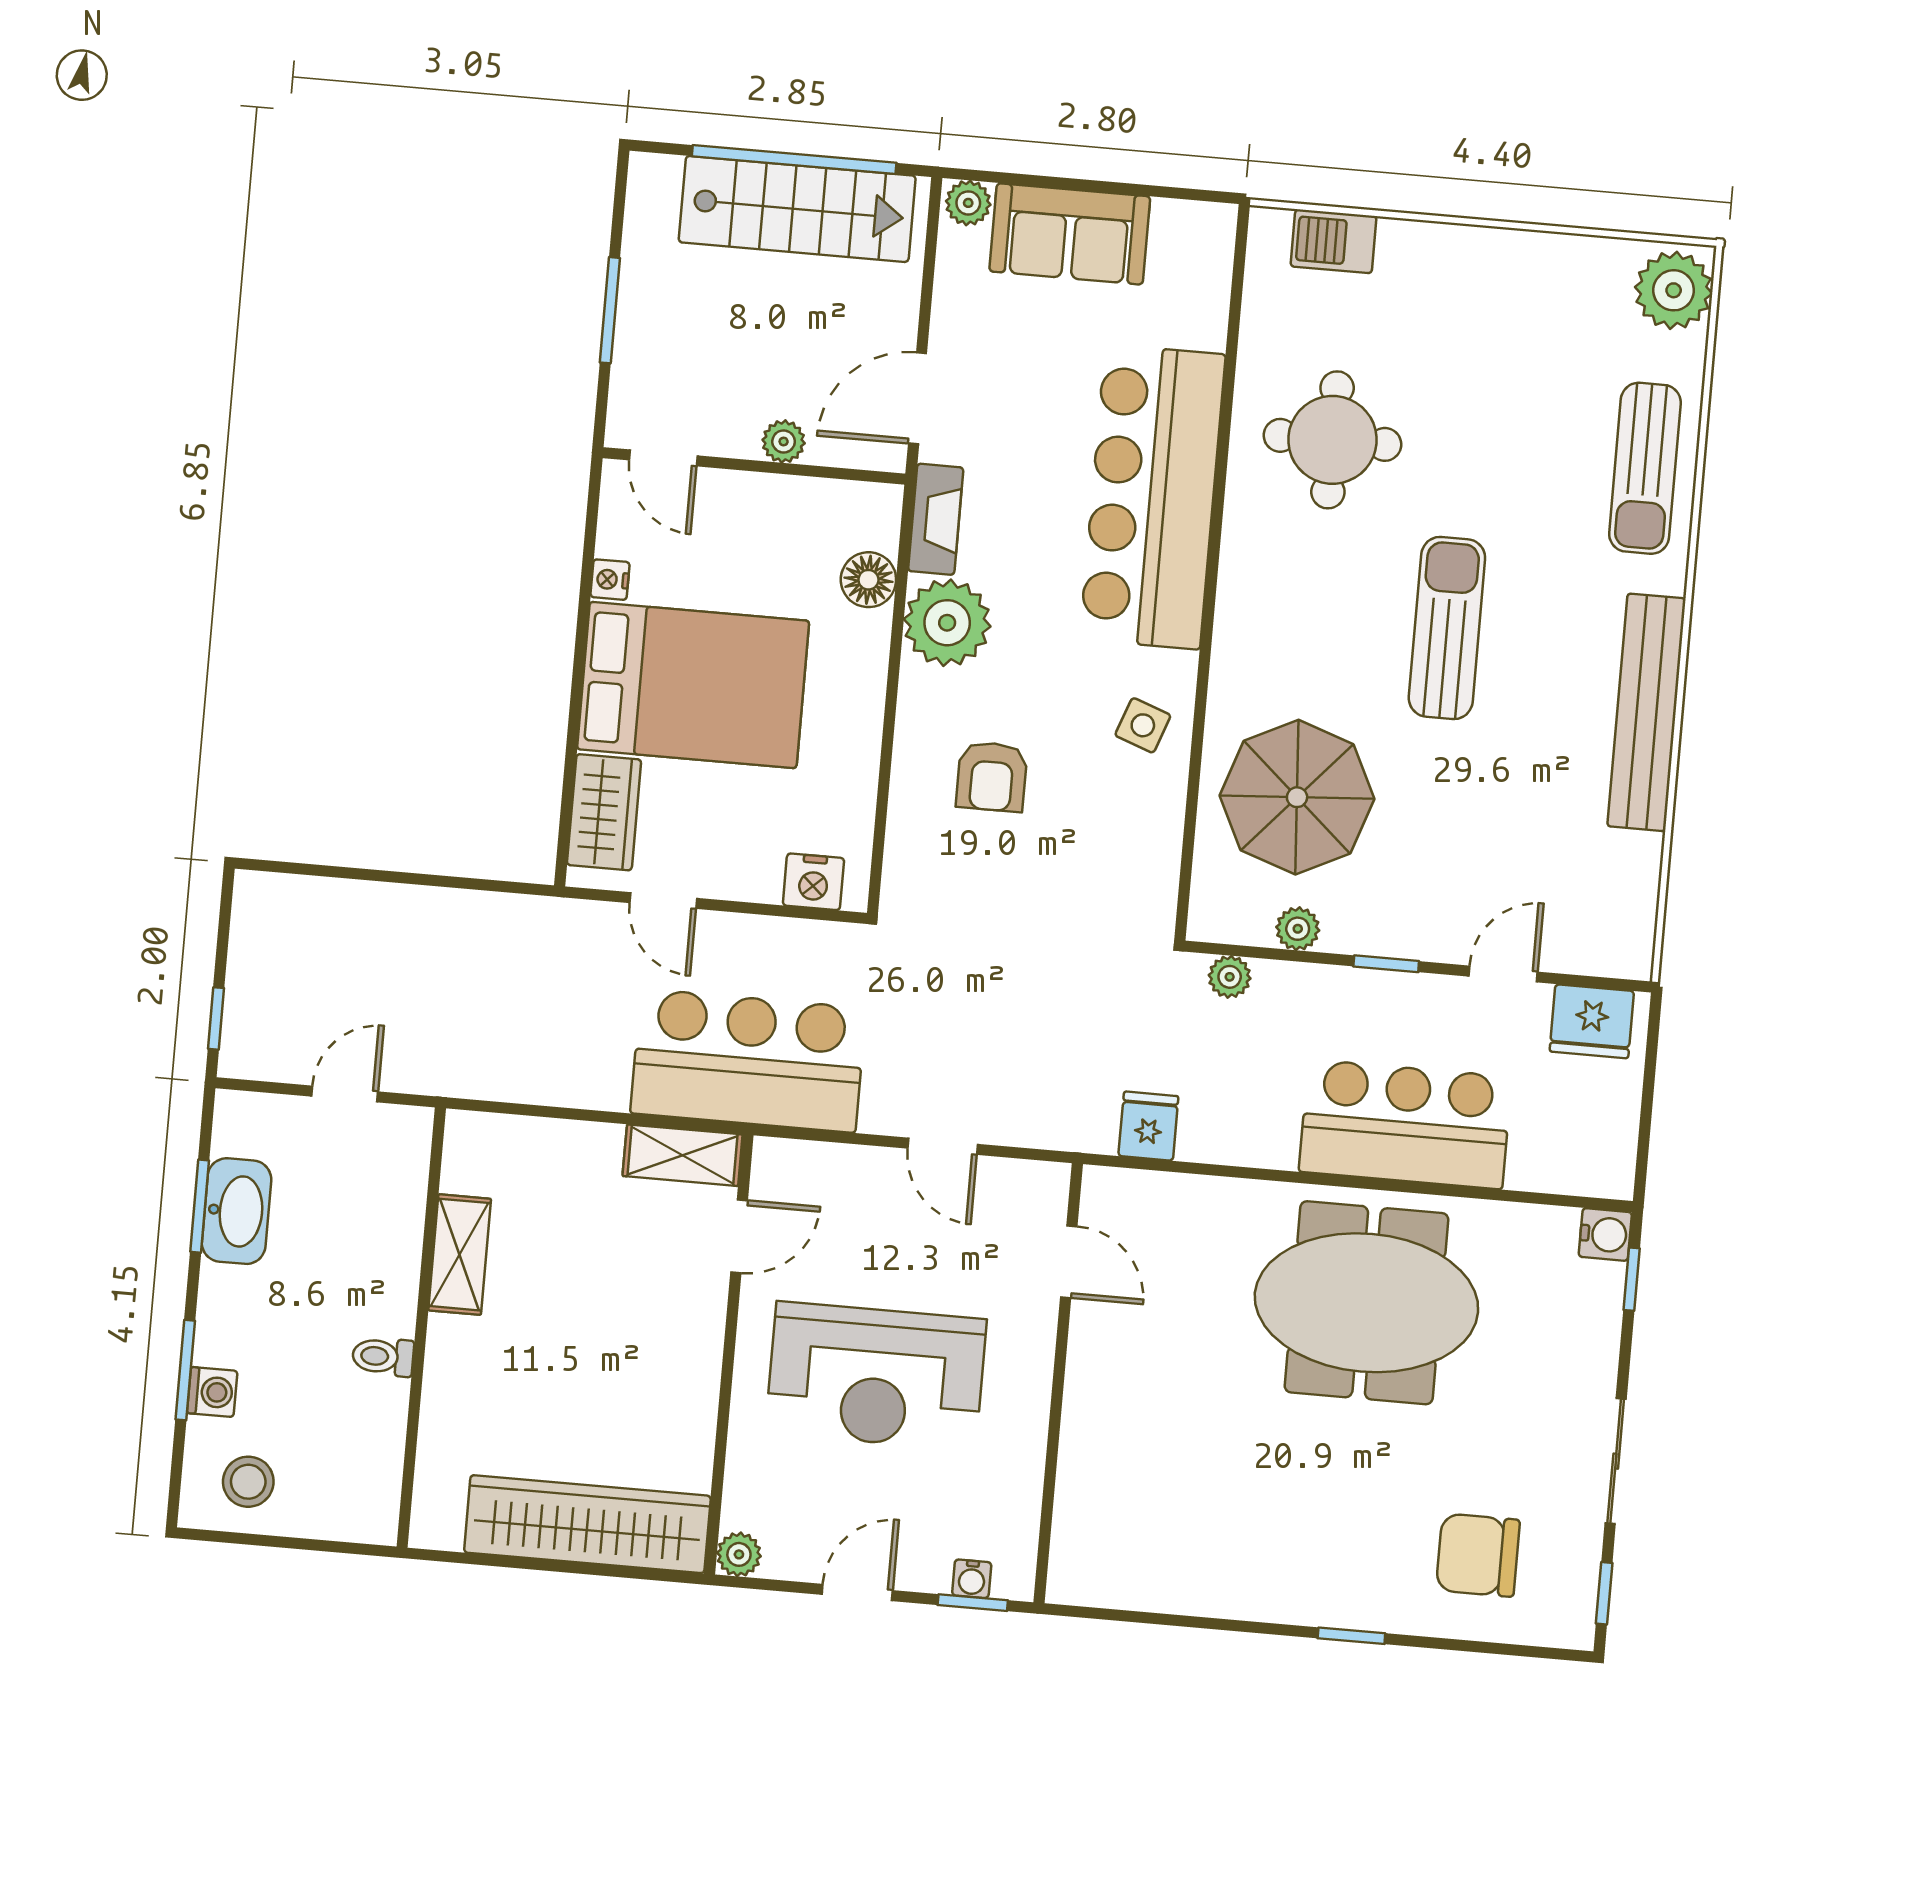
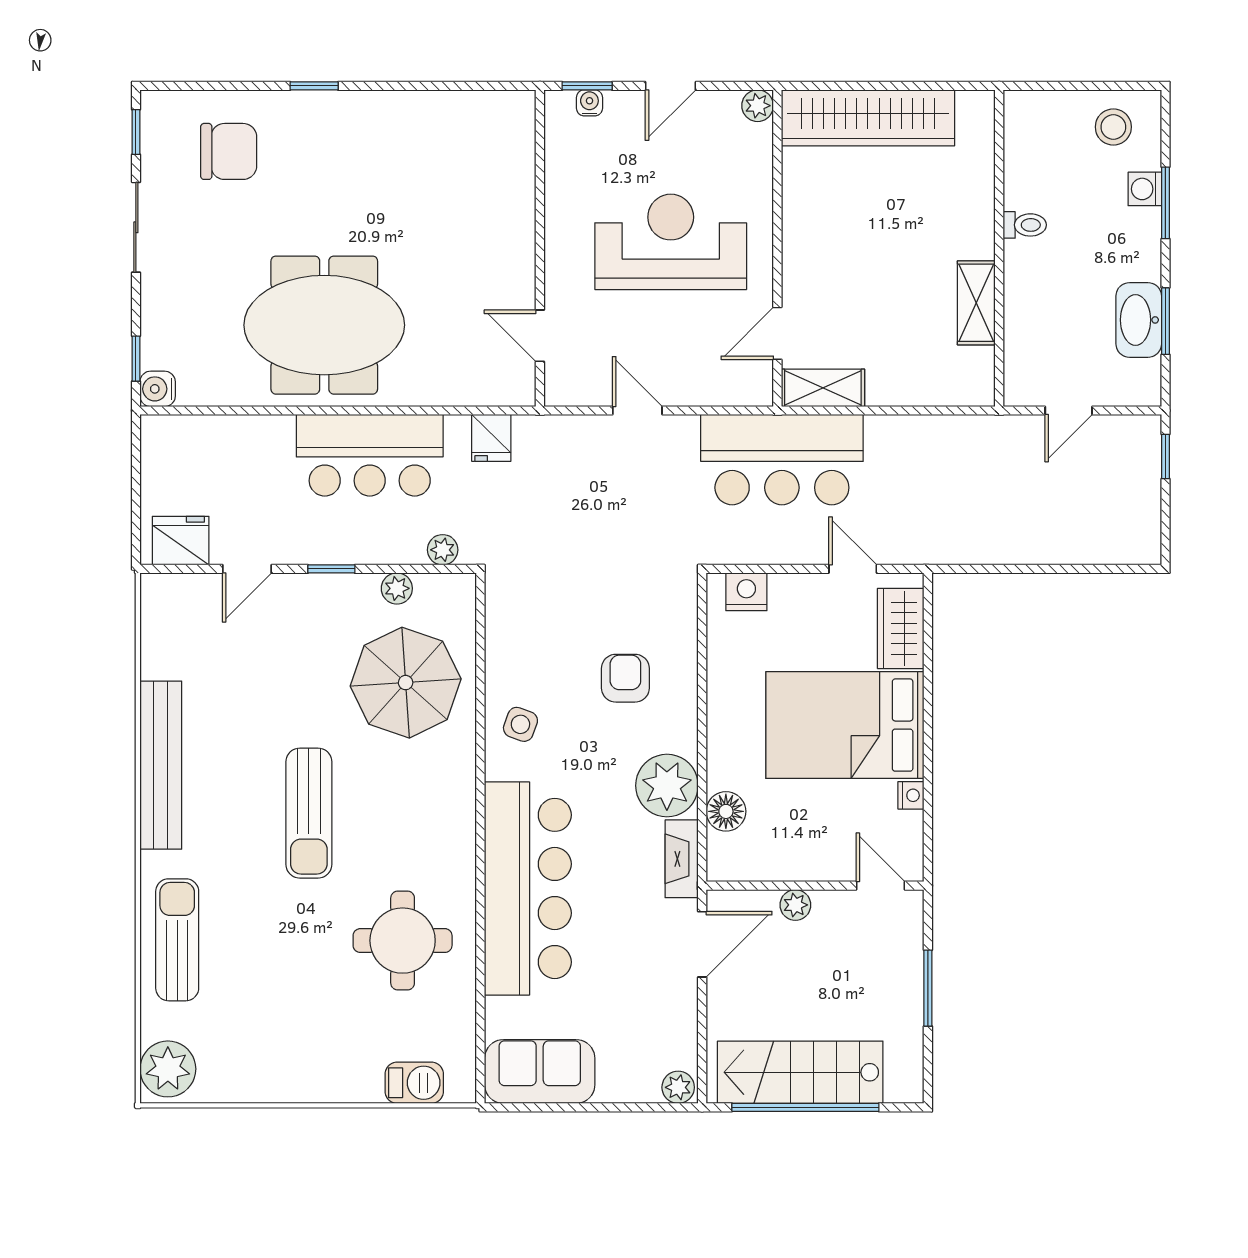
sofa: (1070, 234) -> (540, 1072), moved
bar counter: (1405, 1124) -> (370, 455), moved

